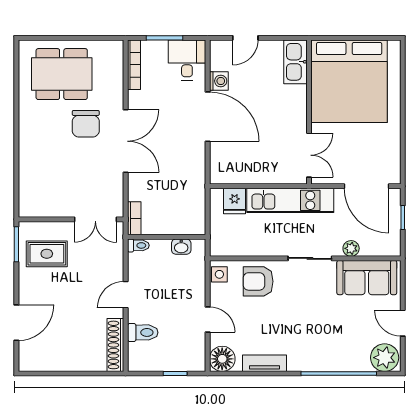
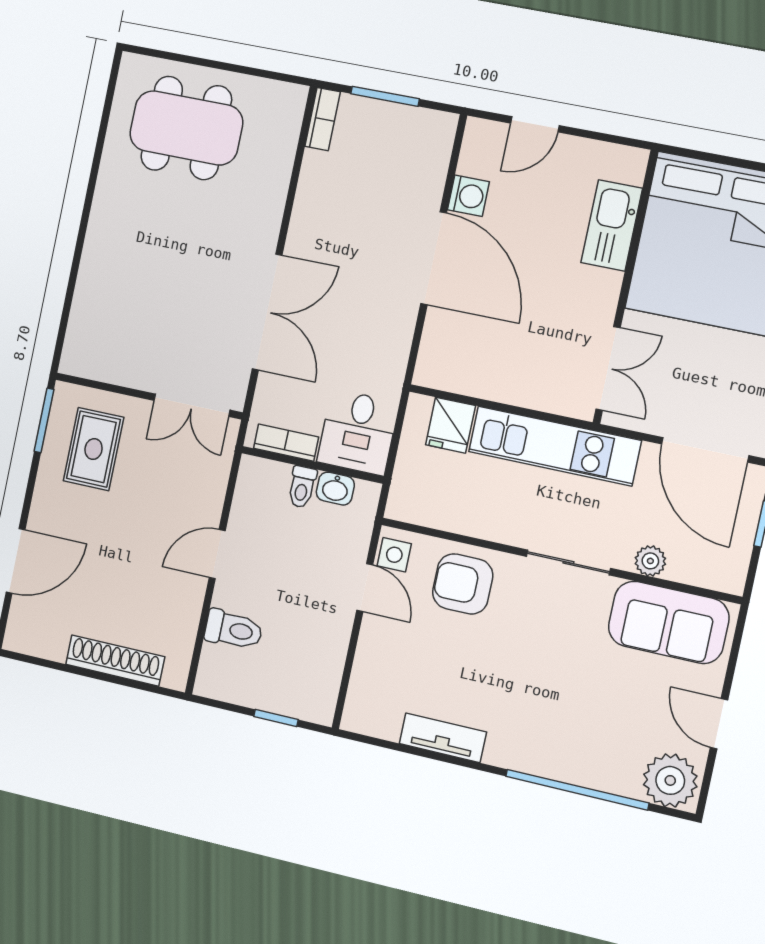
desk: (187, 60) -> (358, 432), moved, turned 180
kitchen sink: (295, 62) -> (612, 225), moved
bookcase: (134, 65) -> (323, 119), width x0.64
chair: (86, 124) -> (210, 227), removed
double door: (126, 141) -> (267, 312), moved
bookcase: (134, 218) -> (286, 443), moved, turned -90
toilet: (138, 245) -> (302, 487), moved, turned 90
rug: (47, 254) -> (94, 449), turned 90
door: (208, 320) -> (365, 588), moved
shoe rack: (115, 345) -> (115, 661), moved, turned 90
floor lamp: (222, 359) -> (367, 711), removed

